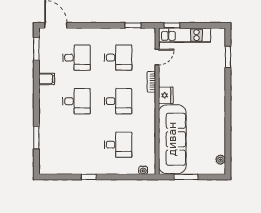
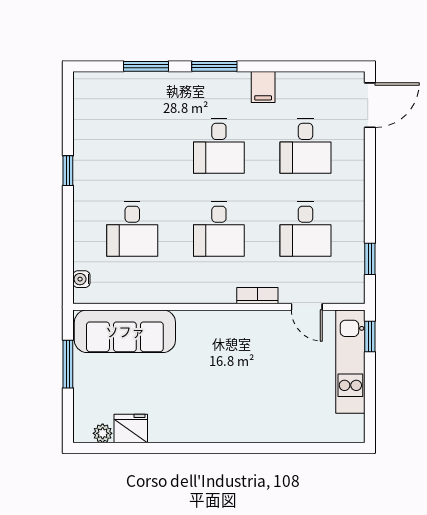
window: (36, 49) -> (214, 66), moved
window: (228, 57) -> (307, 448), removed
fridge: (166, 95) -> (131, 429), moved, turned 180
sofa: (172, 139) -> (125, 331), width x0.74, depth x0.79

